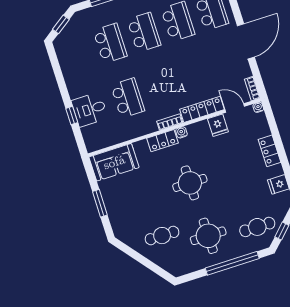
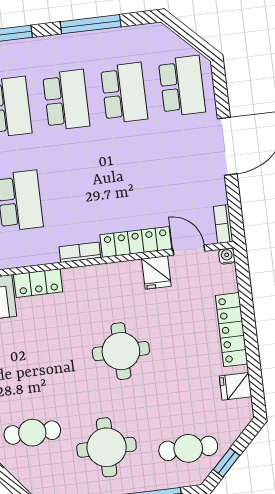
water cooler: (181, 132) -> (96, 273), removed
locker: (163, 141) -> (38, 283), moved
locker: (269, 151) -> (231, 330), width x1.53
round table: (190, 183) -> (121, 351), moved

